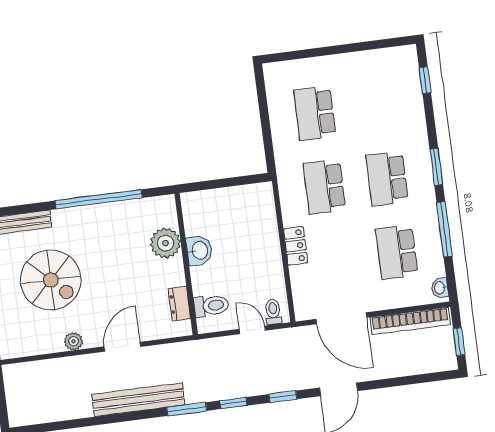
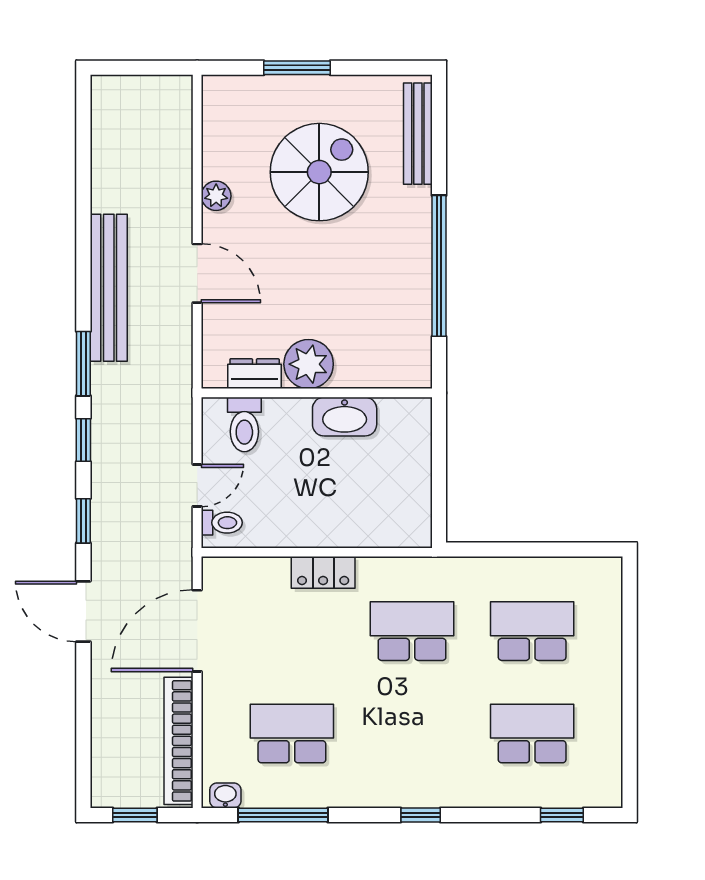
window: (436, 167) -> (421, 815), width x0.67
school desk: (387, 179) -> (532, 733), moved
window: (444, 229) -> (283, 815), moved
plant: (166, 243) -> (309, 364), moved
washbasin: (199, 251) -> (345, 417), width x1.38
spiral stairs: (51, 280) -> (319, 172), turned 180

